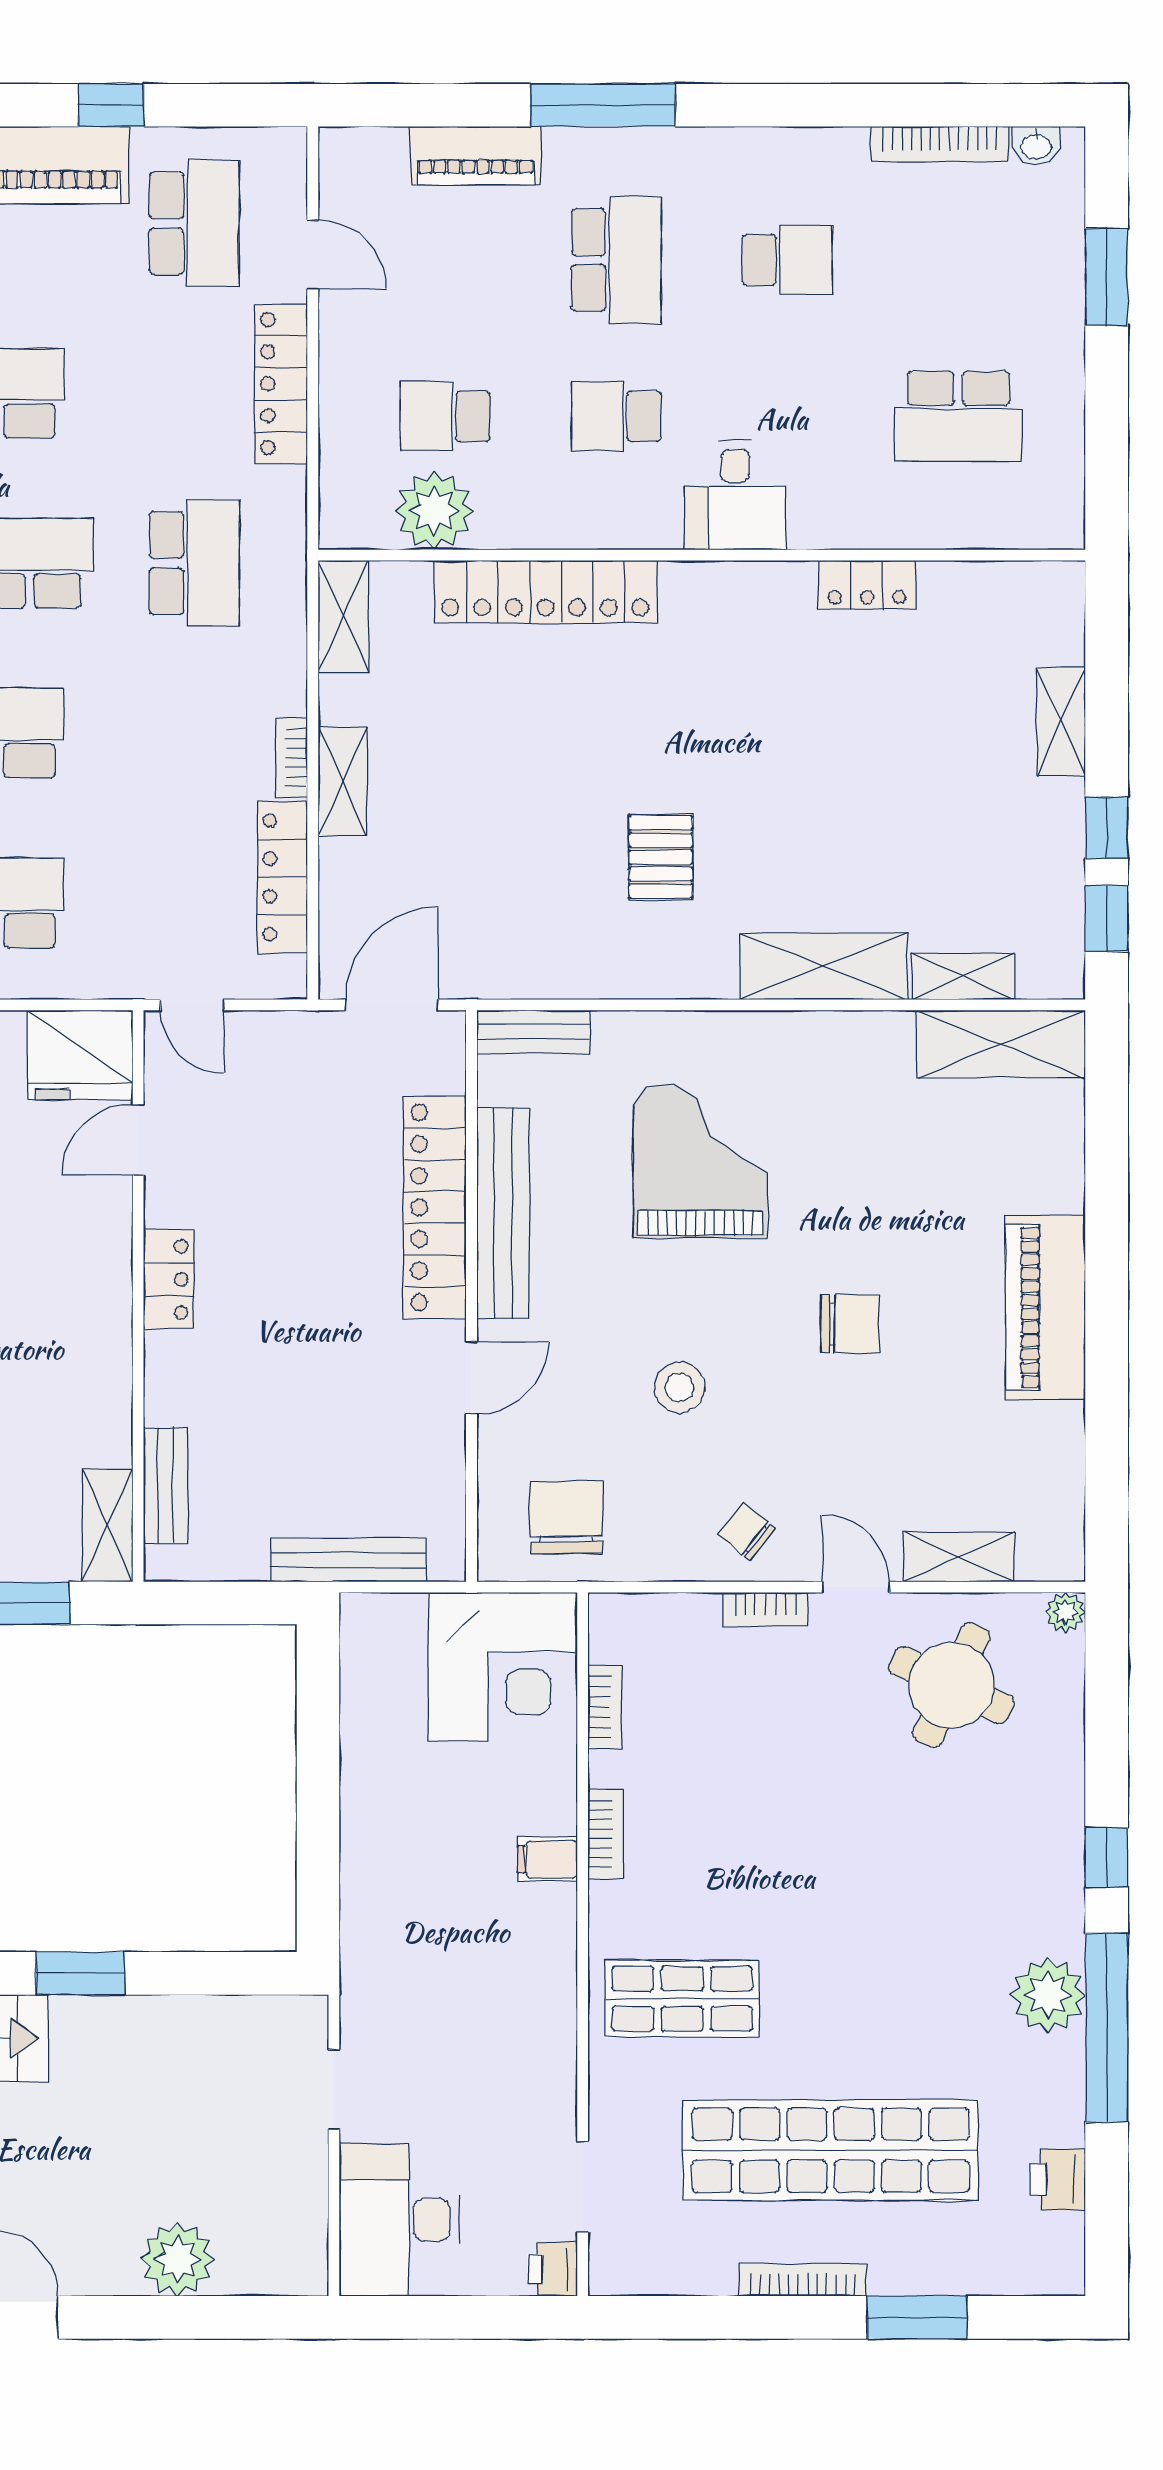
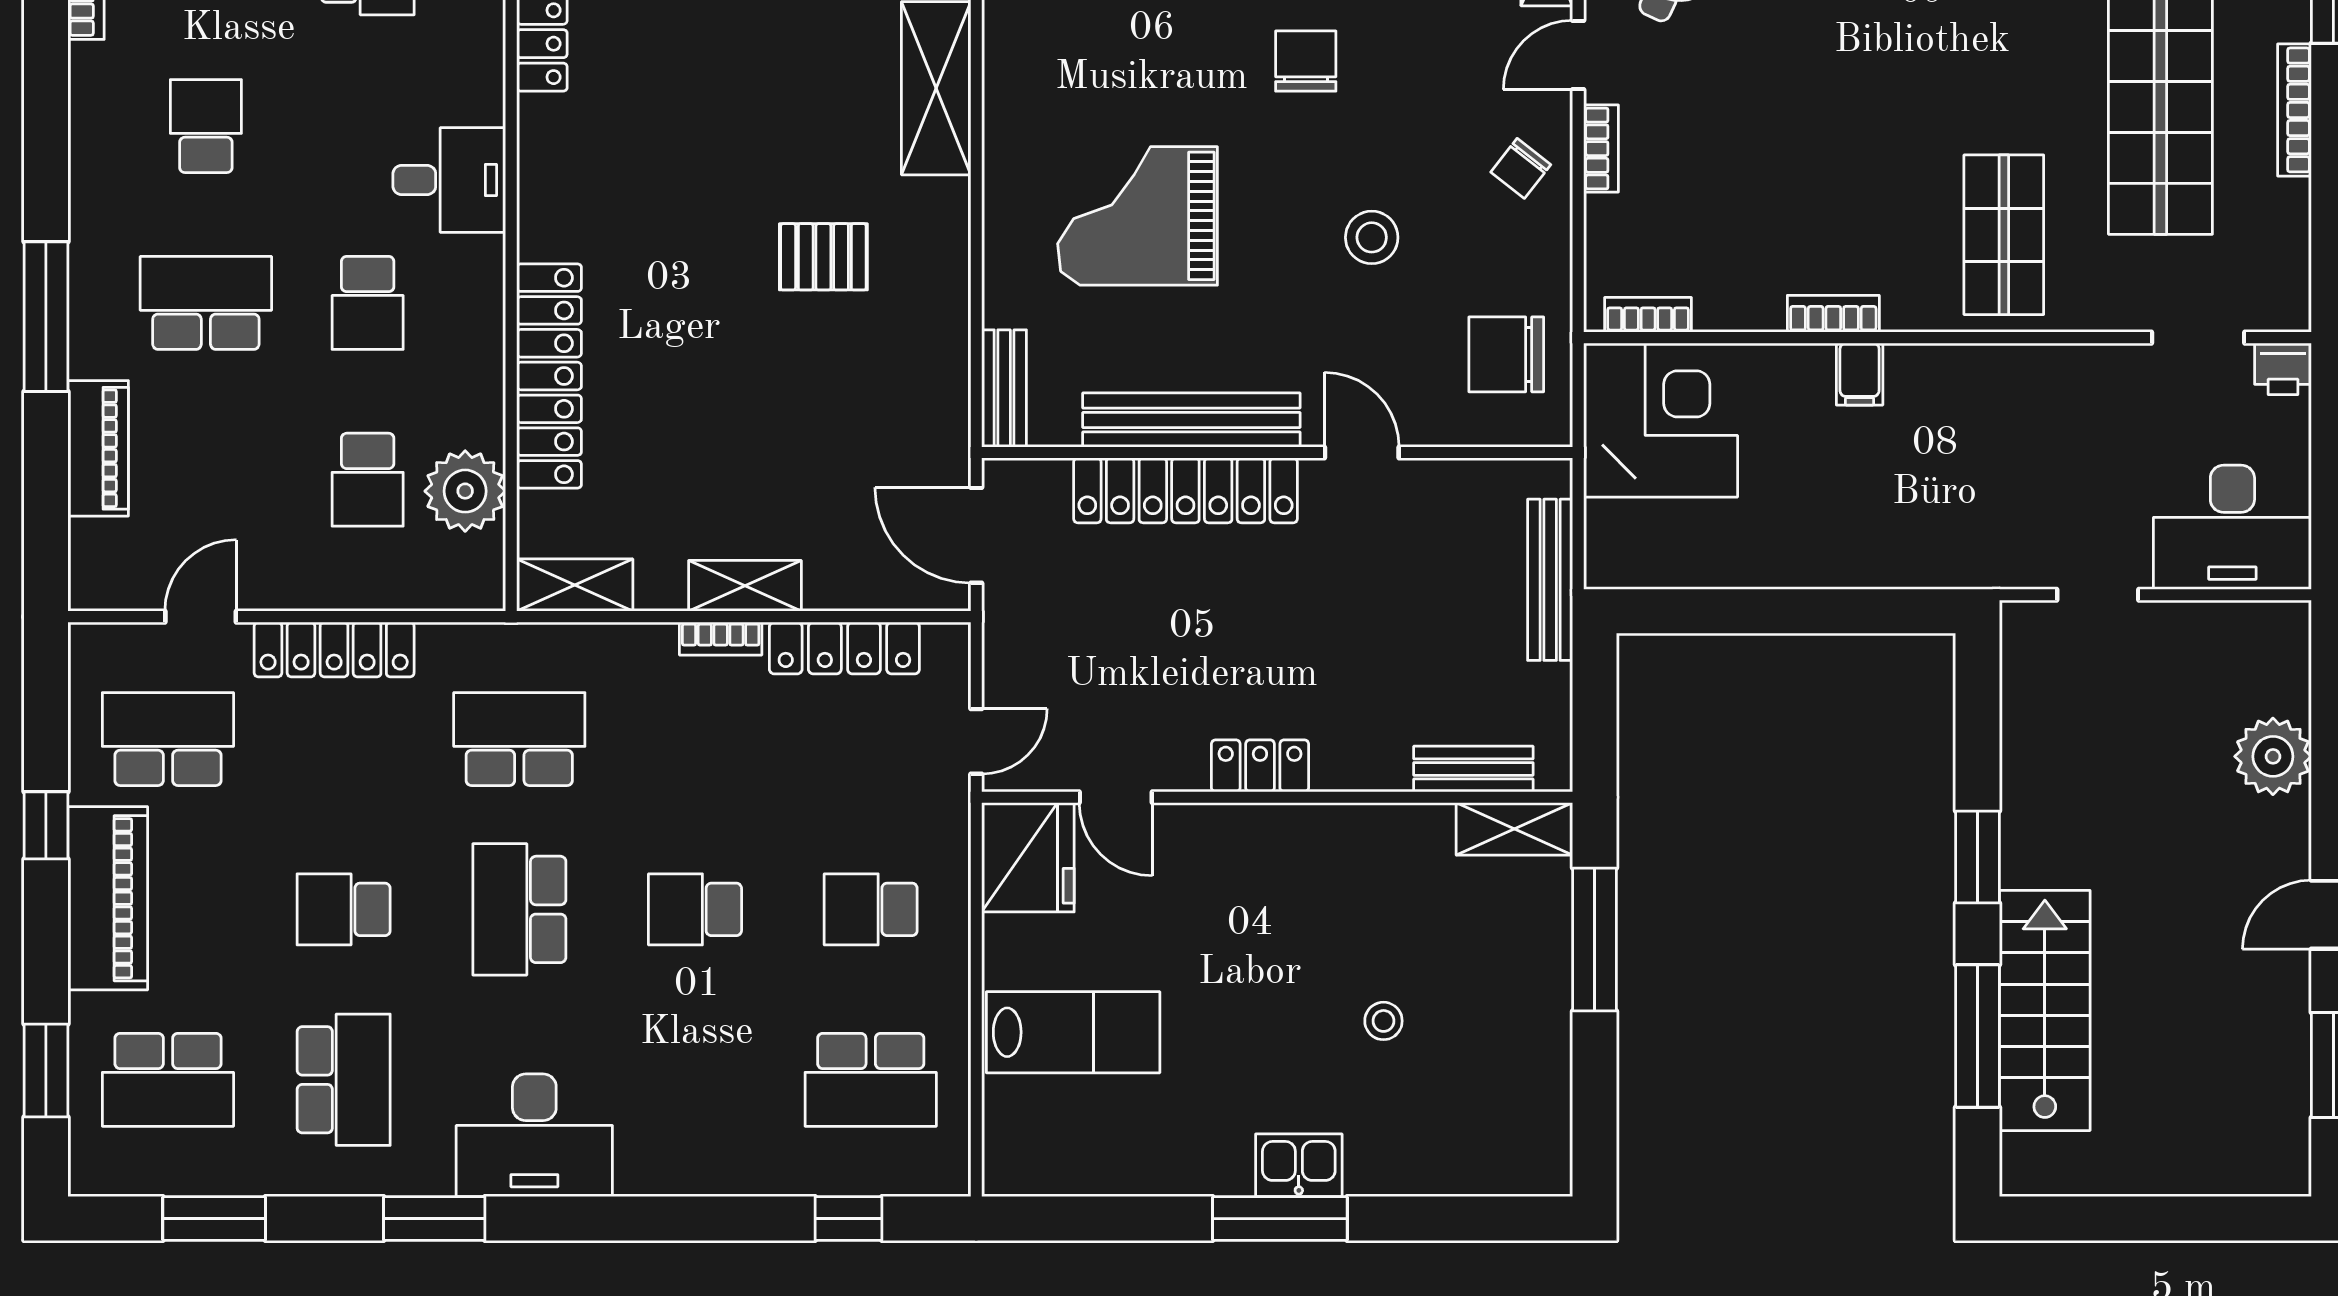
bookcase: (605, 1707) -> (1648, 315), moved

